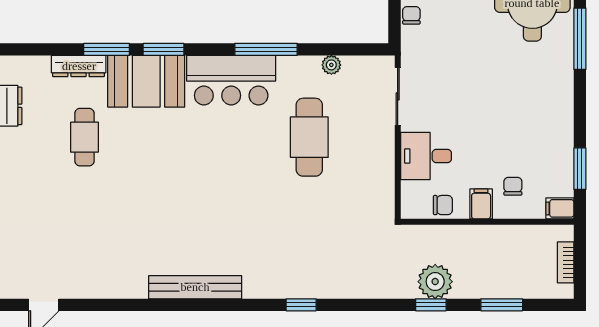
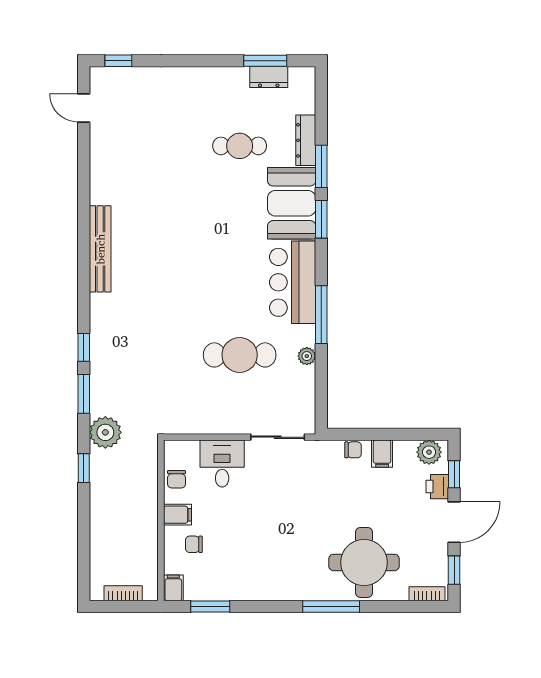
plant: (331, 65) -> (307, 356), moved
chair: (513, 186) -> (194, 544), turned 180
plant: (435, 282) -> (105, 432), moved
window: (502, 305) -> (84, 394), moved

